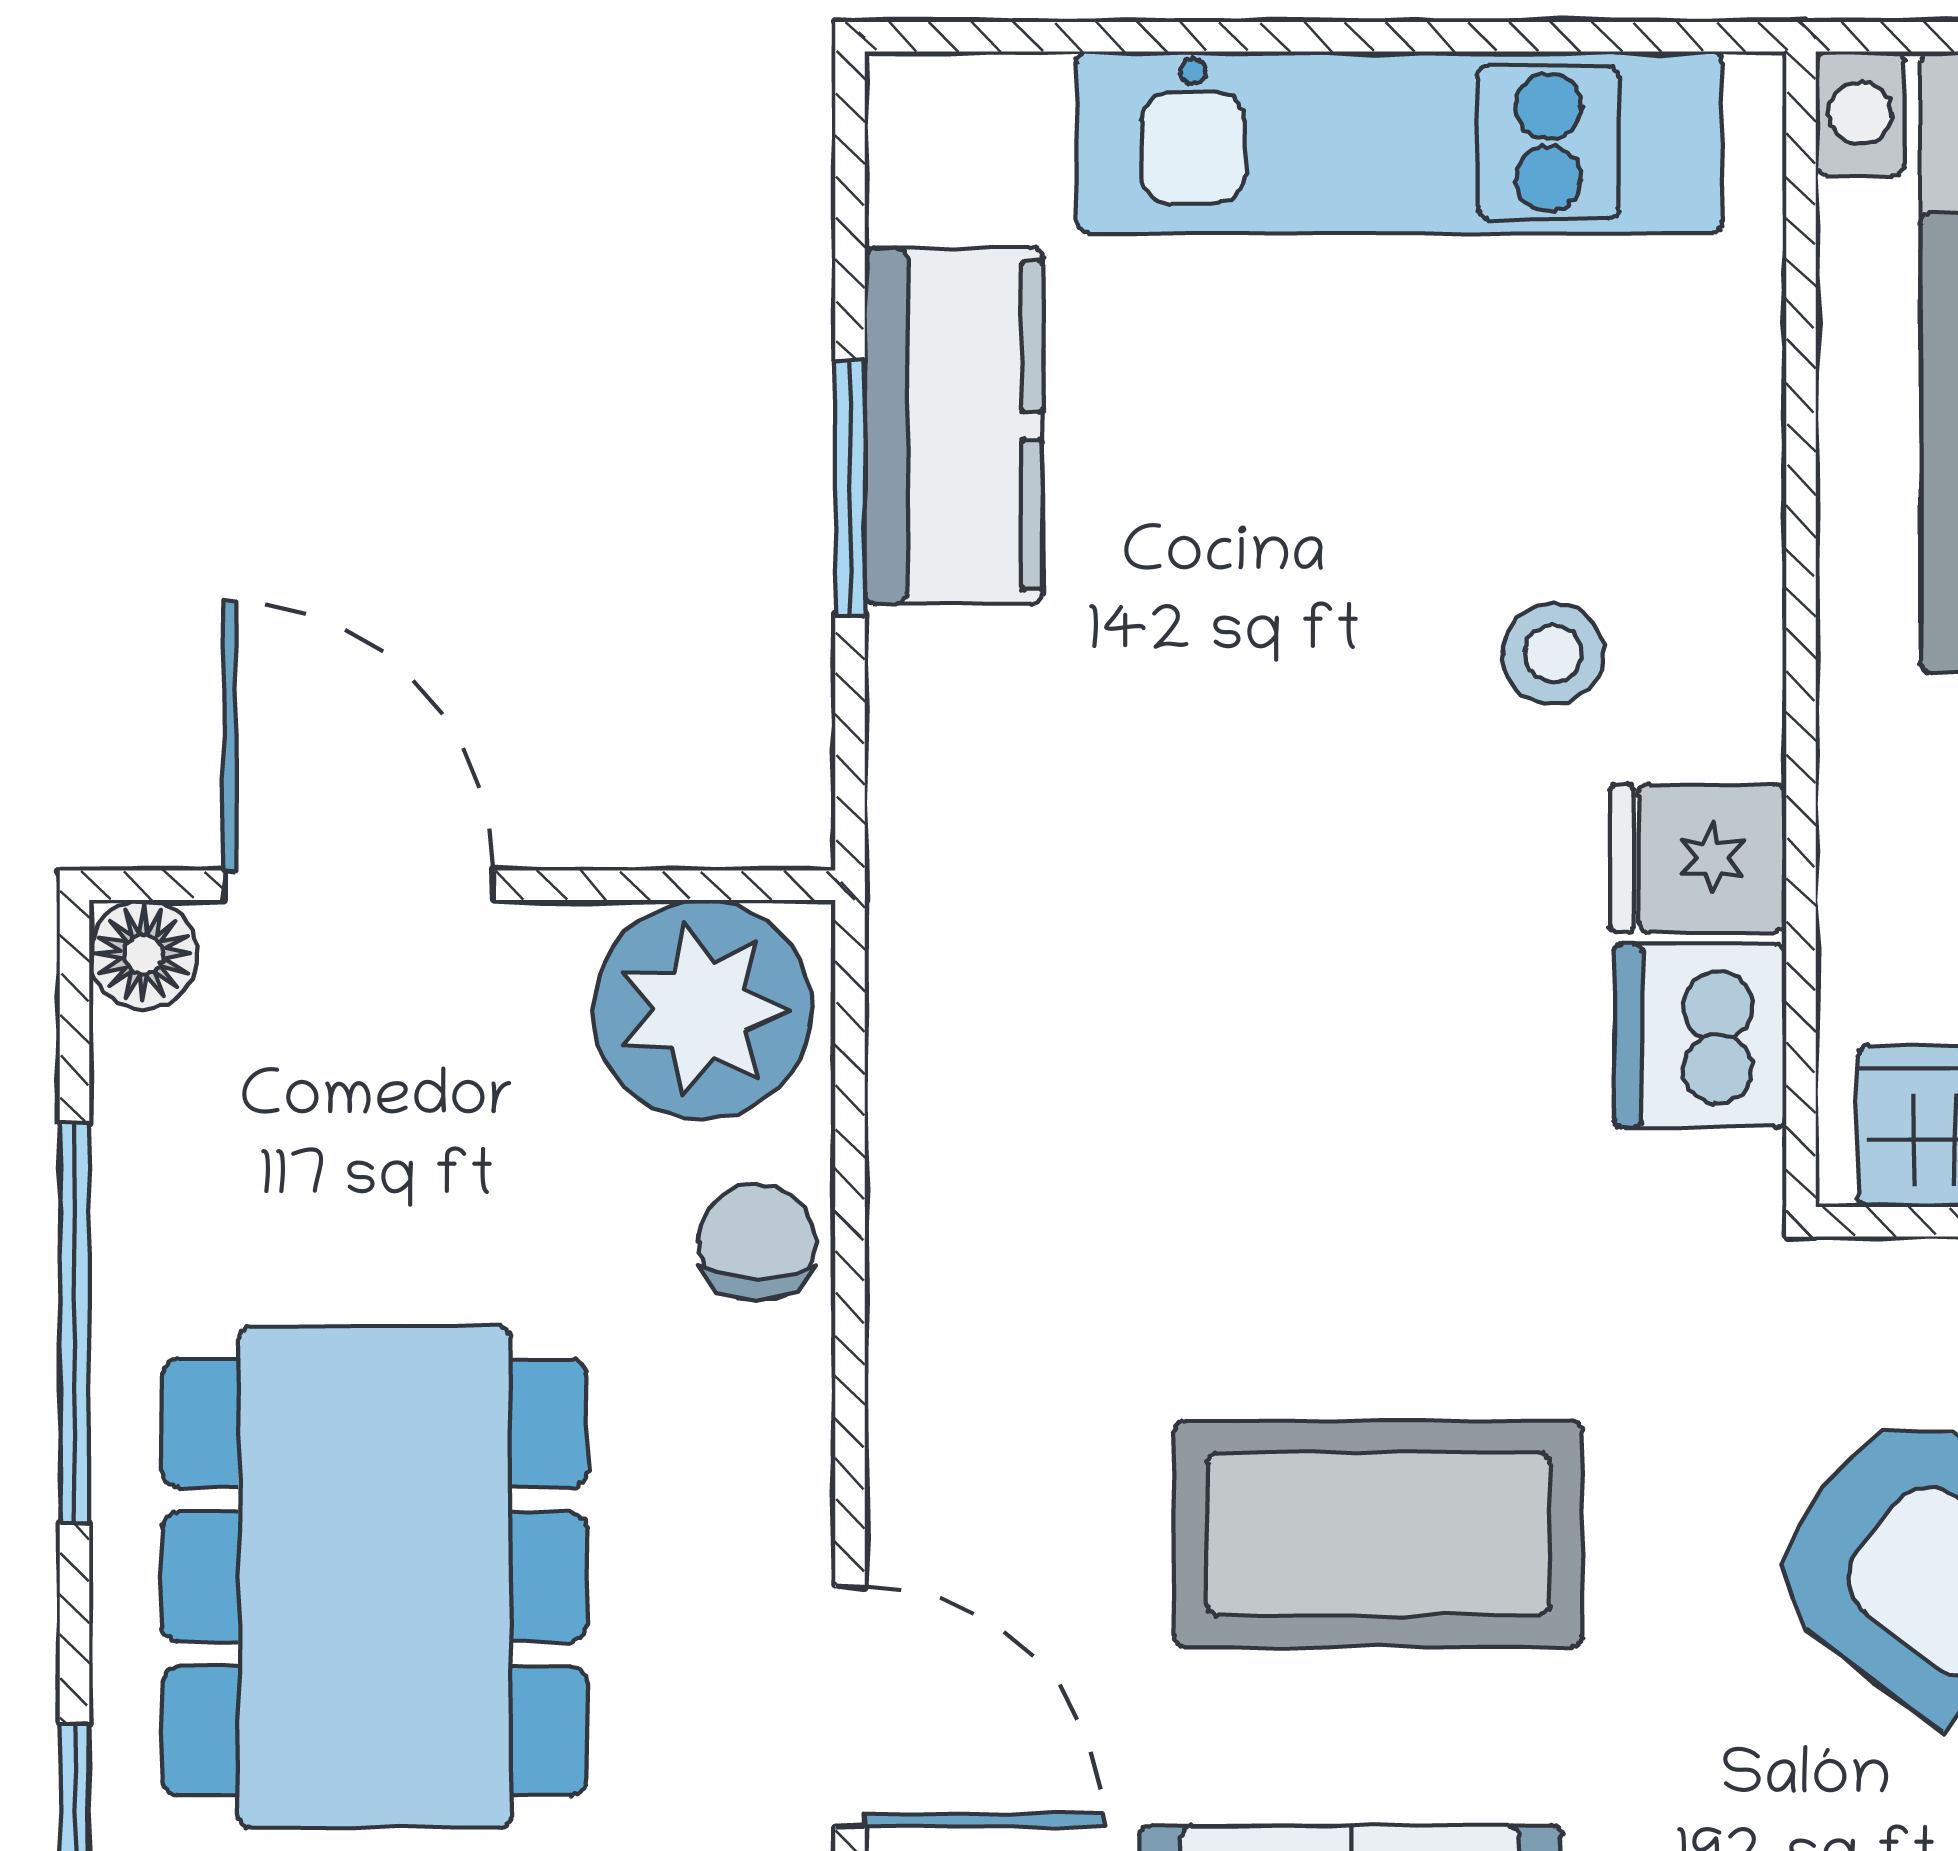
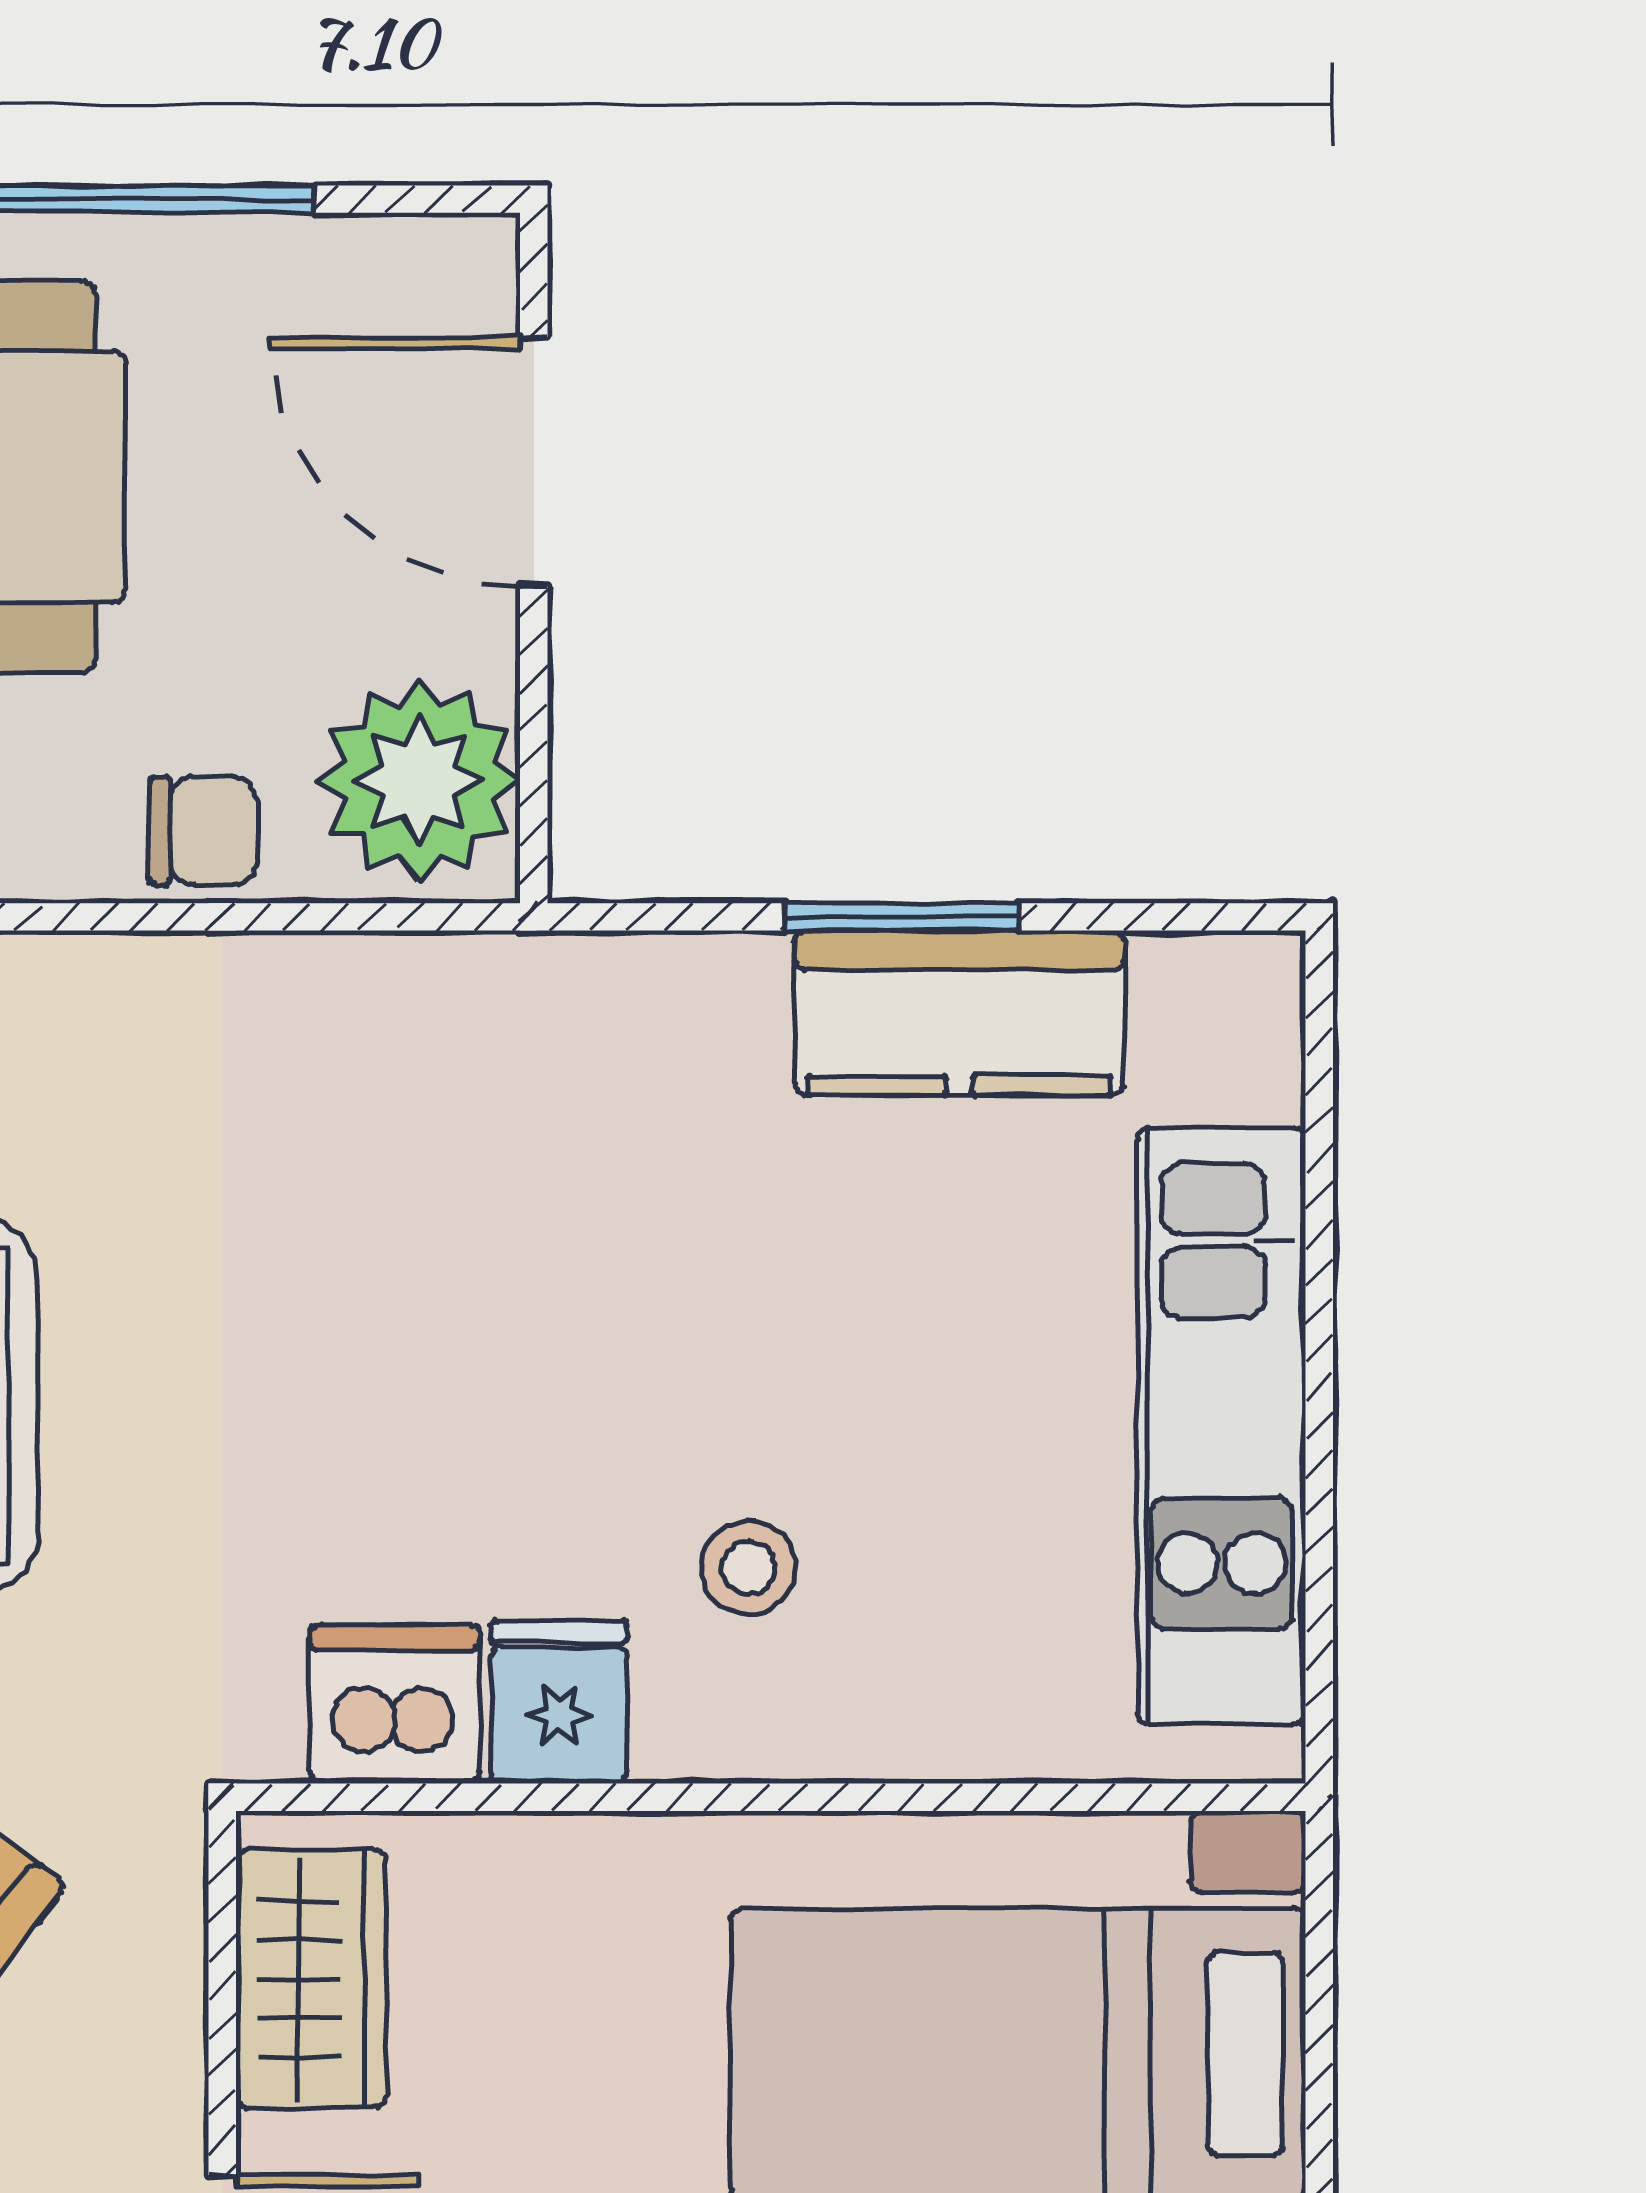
door: (358, 885) -> (534, 462), swing flipped
floor lamp: (144, 954) -> (470, 263), removed

